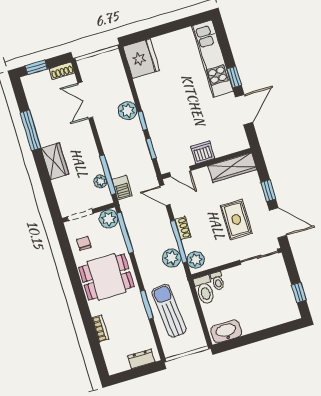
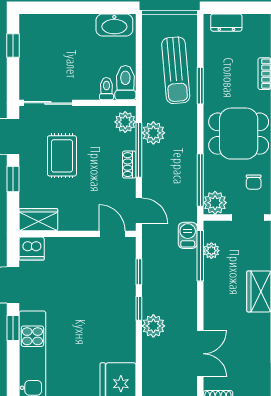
dishwasher: (203, 152) -> (32, 249), moved
wardrobe: (232, 168) -> (38, 220), width x0.67

